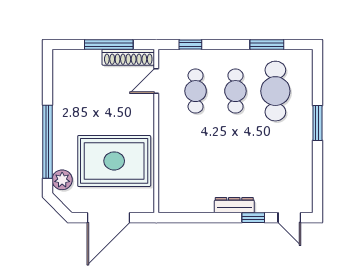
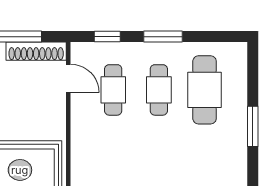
window: (267, 44) -> (163, 37), moved
door: (156, 81) -> (68, 78), swing flipped

